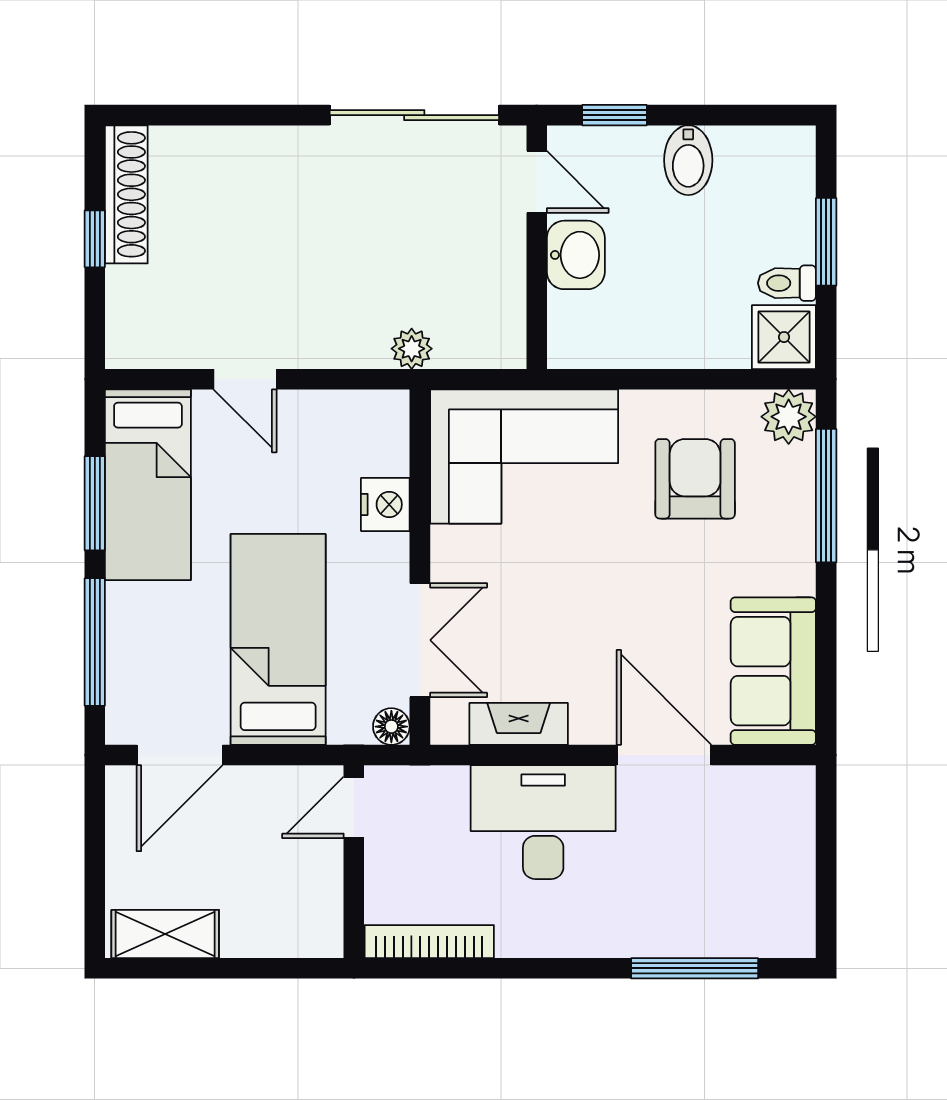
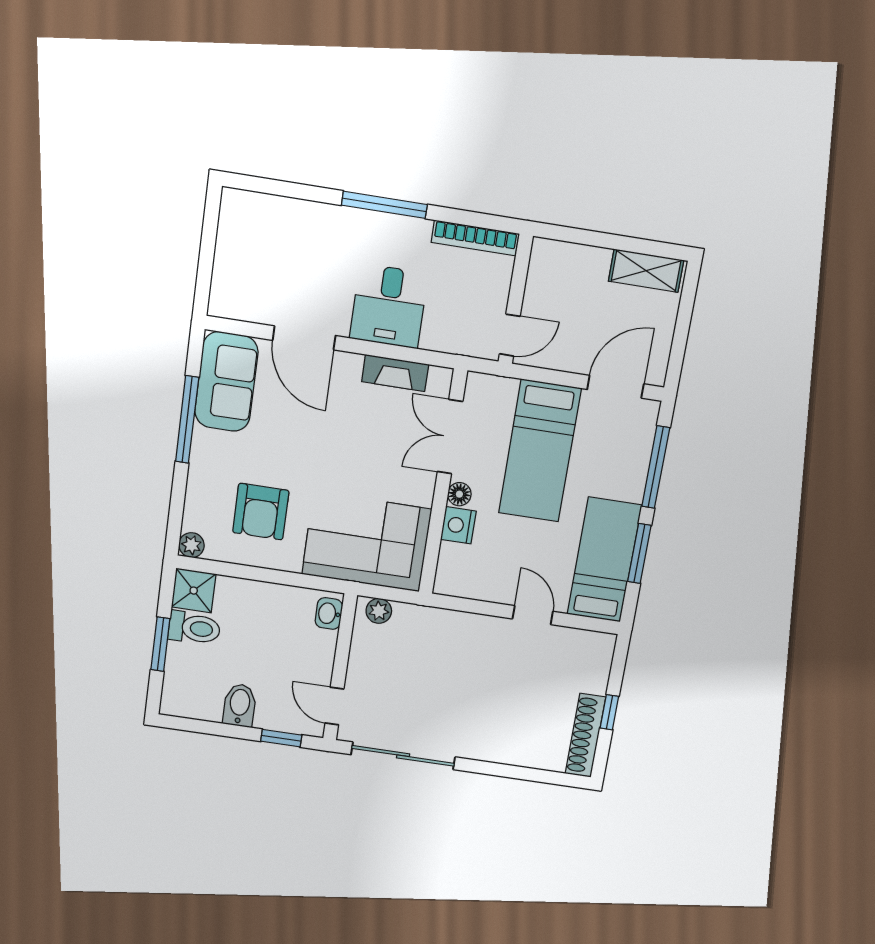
washbasin: (576, 255) -> (329, 614), moved, width x0.72, depth x0.69
toilet: (787, 283) -> (194, 628), width x1.37, depth x1.39
plant: (412, 349) -> (379, 611), moved
plant: (789, 417) -> (191, 545), width x0.73, depth x0.73
window: (826, 496) -> (187, 420), moved
floor lamp: (391, 727) -> (459, 494), moved
desk: (543, 822) -> (389, 306), width x0.73
window: (695, 968) -> (384, 205), moved

